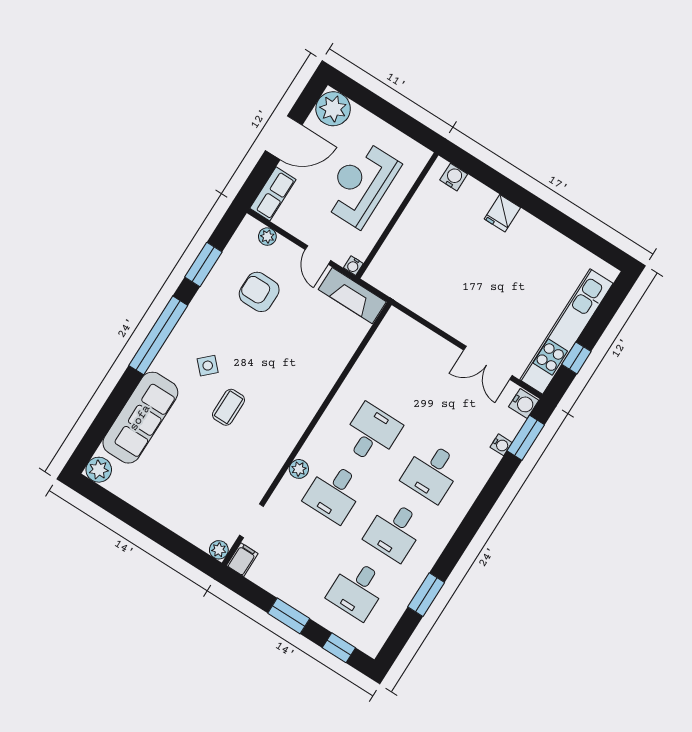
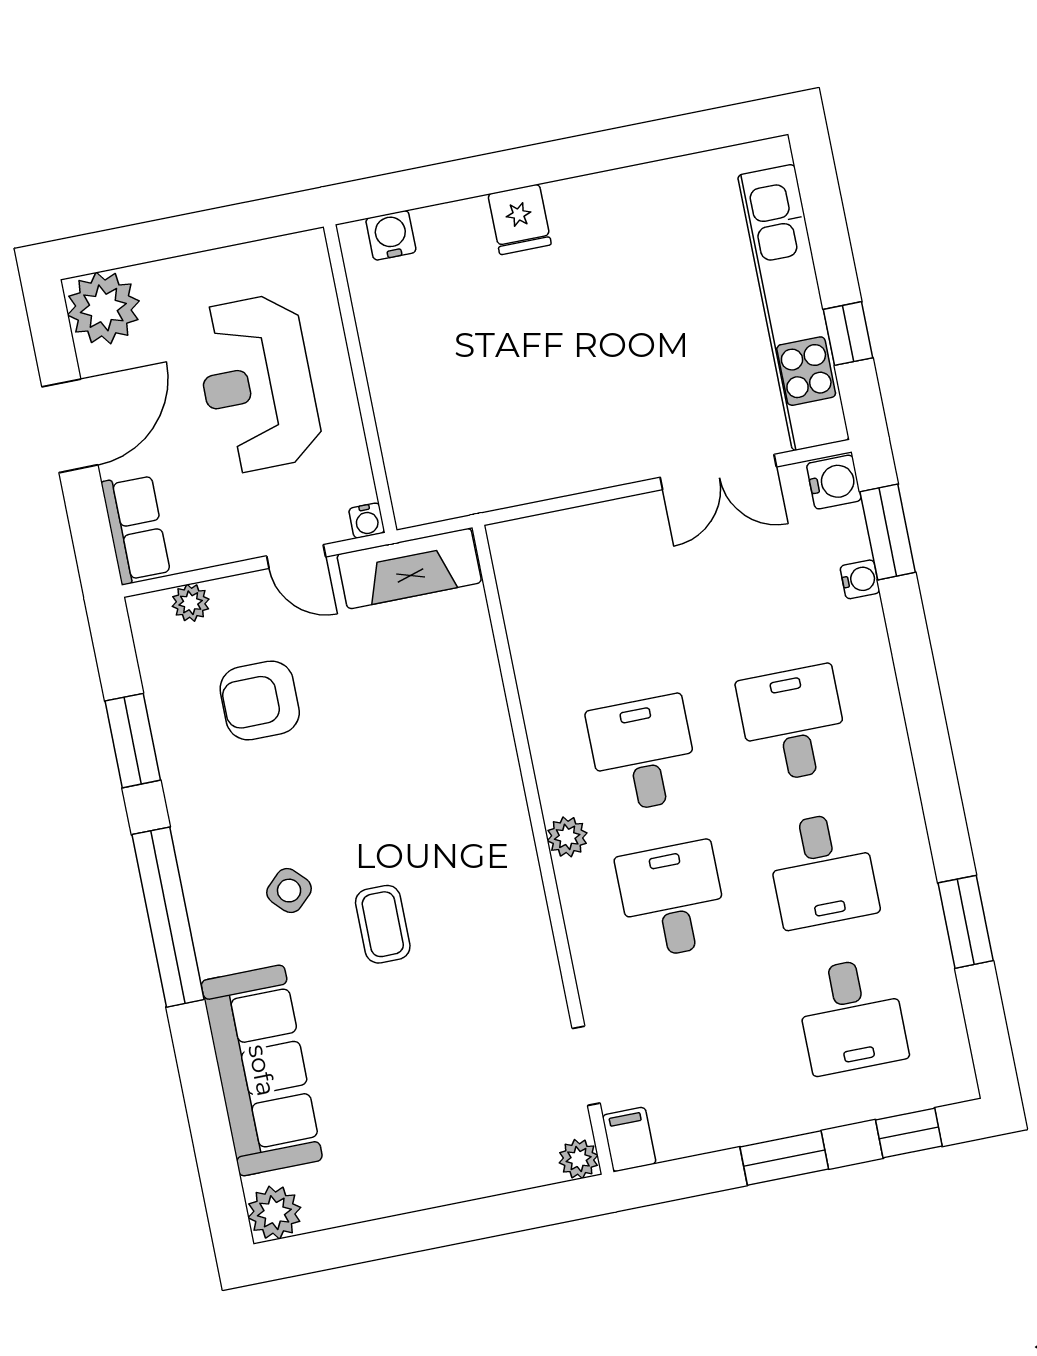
plant: (299, 469) -> (567, 837), moved
desk: (432, 472) -> (793, 724), turned 180
desk: (334, 492) -> (672, 900), turned 180

